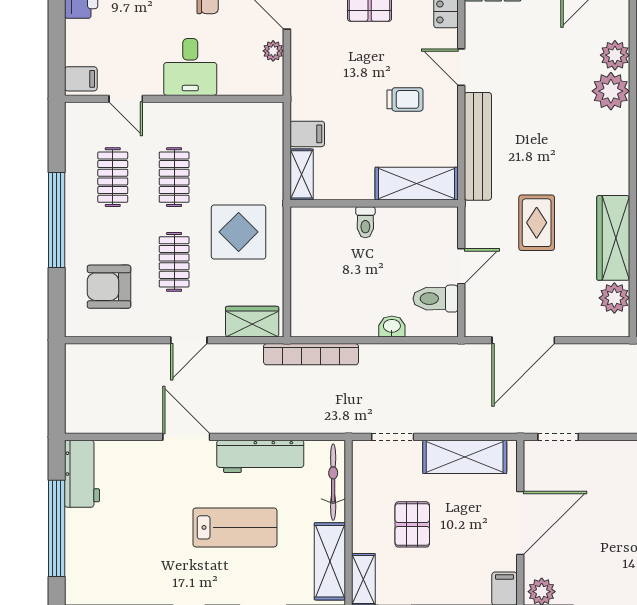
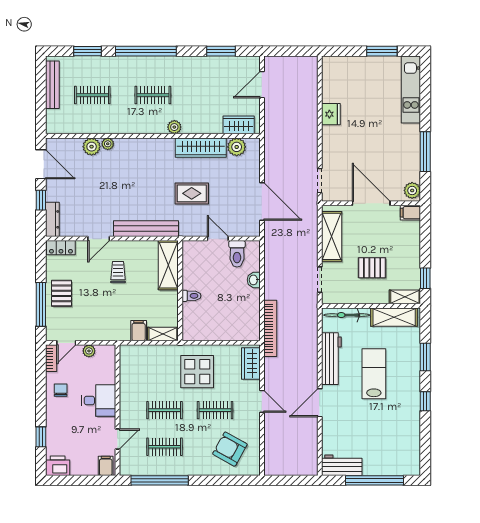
plant: (611, 91) -> (108, 144), width x0.53, depth x0.53
window: (57, 220) -> (160, 480), moved
armchair: (109, 287) -> (230, 449), turned 119

